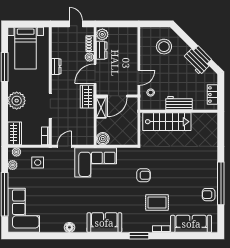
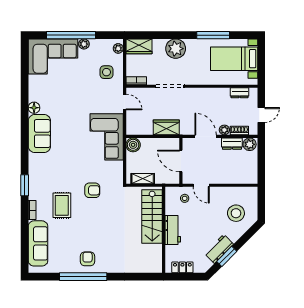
dresser: (56, 66) -> (240, 93), moved
wardrobe: (87, 97) -> (166, 127), moved
shelving: (101, 108) -> (143, 179), moved
plant: (13, 165) -> (84, 44), moved
armchair: (143, 175) -> (92, 190), turned -90
armchair: (209, 195) -> (88, 259), moved
sofa: (104, 223) -> (39, 134), moved

